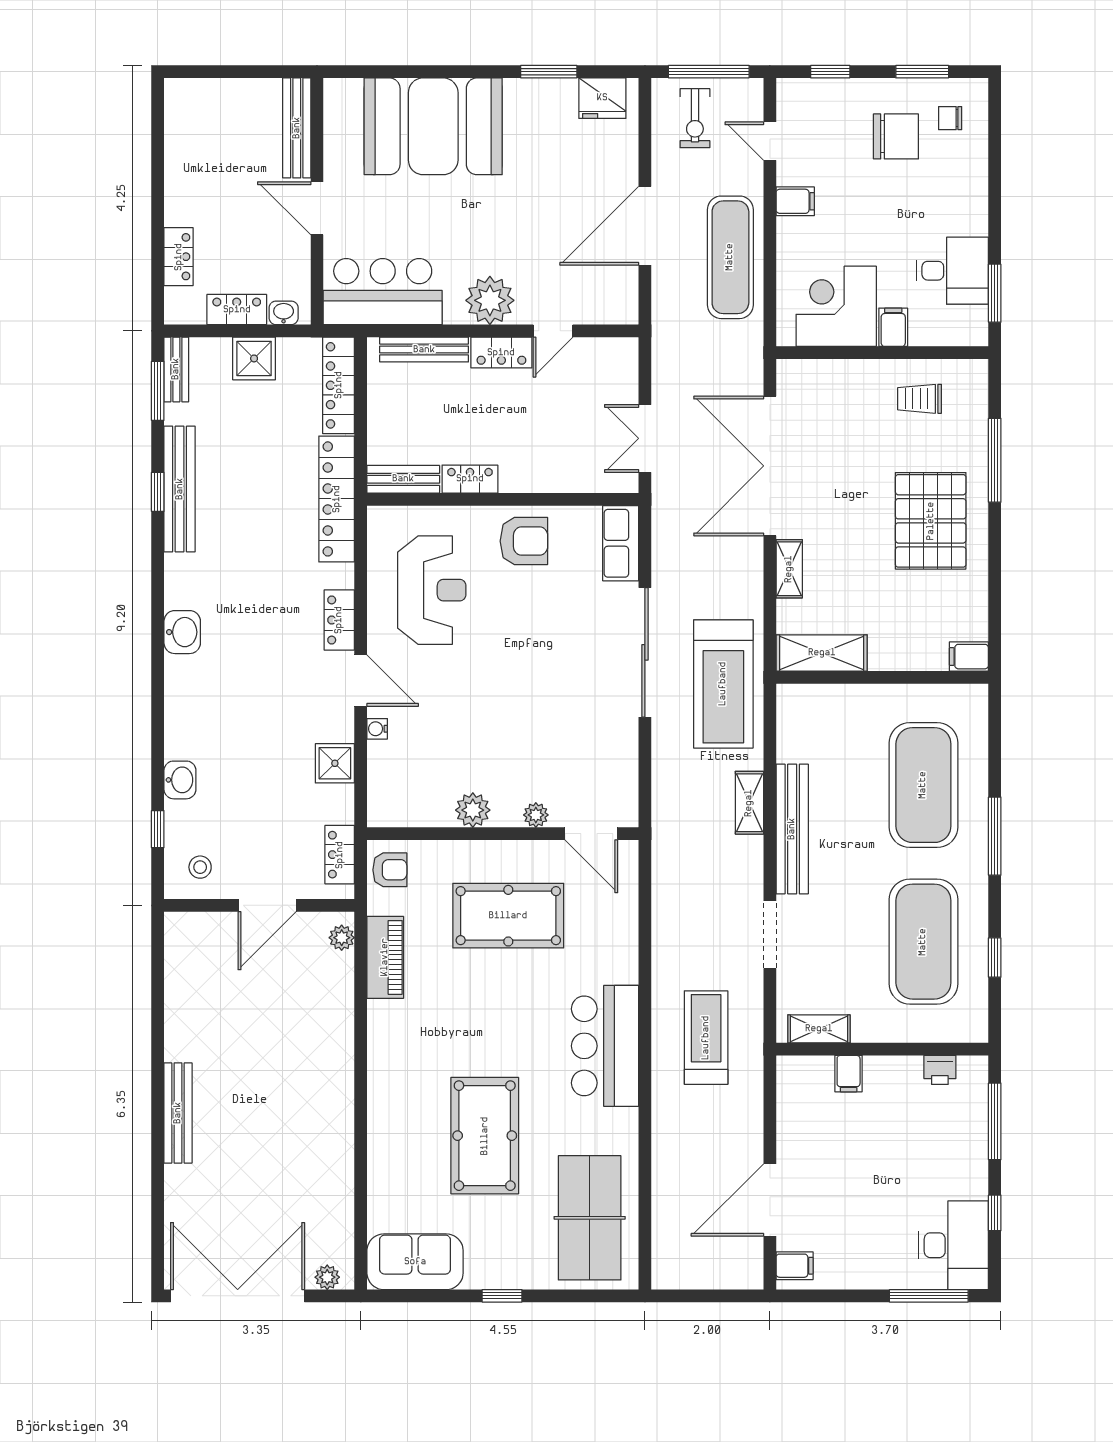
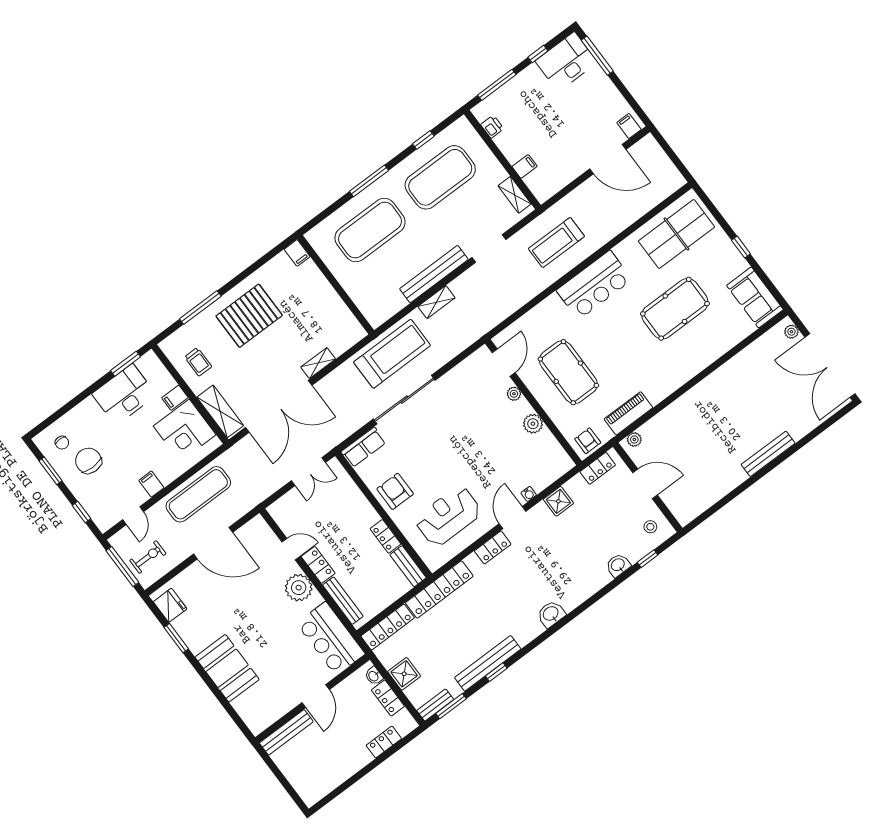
booth: (433, 126) -> (227, 668), width x0.73, depth x0.70
desk: (952, 271) -> (124, 394), width x1.37
shelving: (822, 653) -> (220, 411), moved

